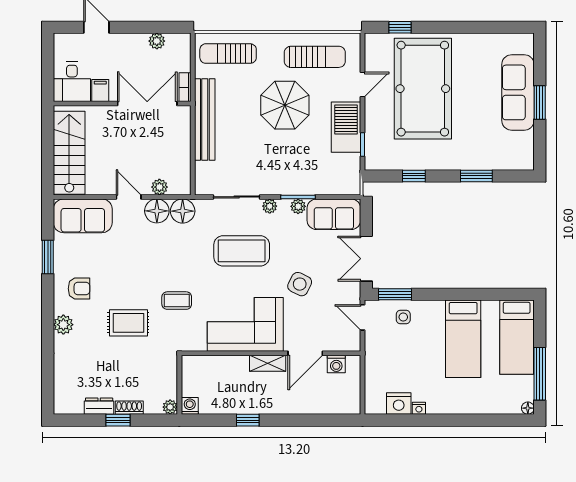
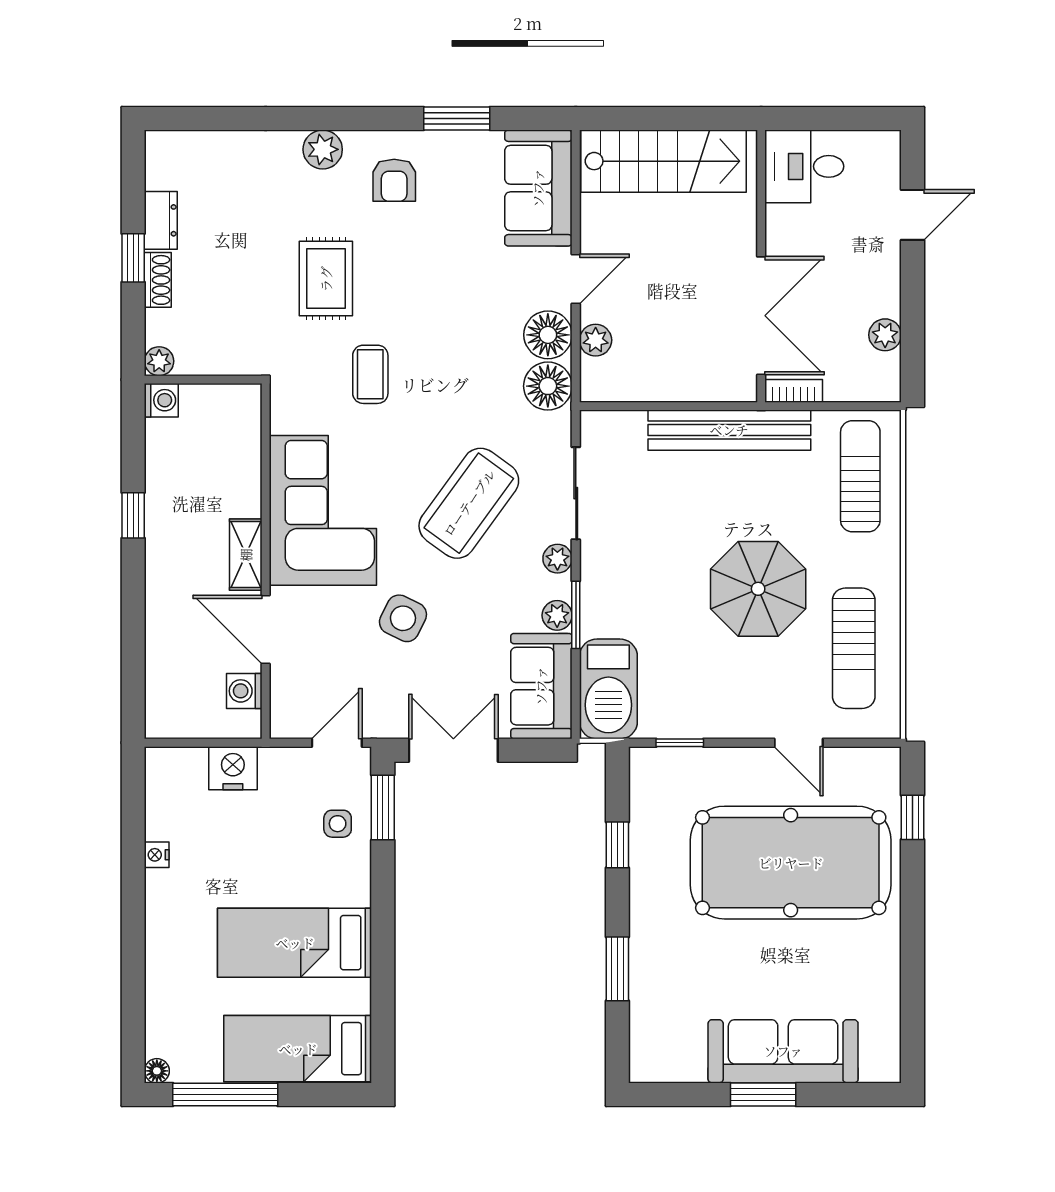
filing cabinet: (100, 90) -> (787, 223), removed
barbecue: (346, 127) -> (608, 689), moved, turned 90
coffee table: (242, 251) -> (469, 503), turned 36
nightstand: (399, 403) -> (233, 768), moved, turned 90

